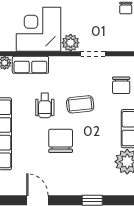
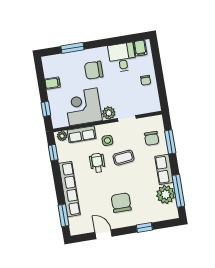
side table: (63, 79) -> (107, 140), added
wheelchair: (45, 106) -> (97, 163), turned 180
chair: (61, 141) -> (121, 203), moved

